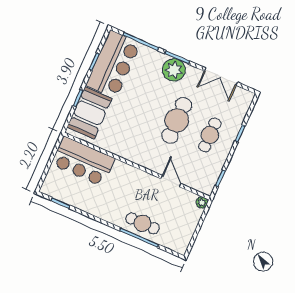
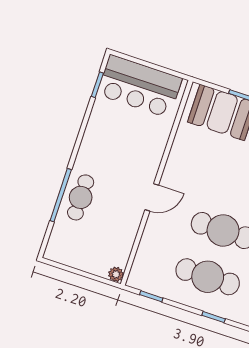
cafe table: (210, 135) -> (208, 277), width x1.37, depth x1.35
bar counter: (83, 161) -> (140, 86), moved, turned -90
door: (171, 181) -> (152, 197), moved

